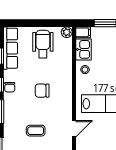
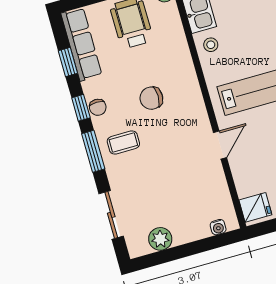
coffee table: (36, 131) -> (123, 142), moved

